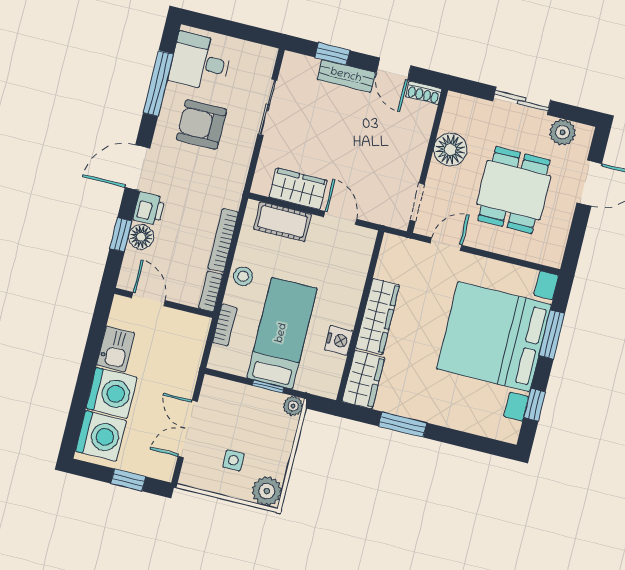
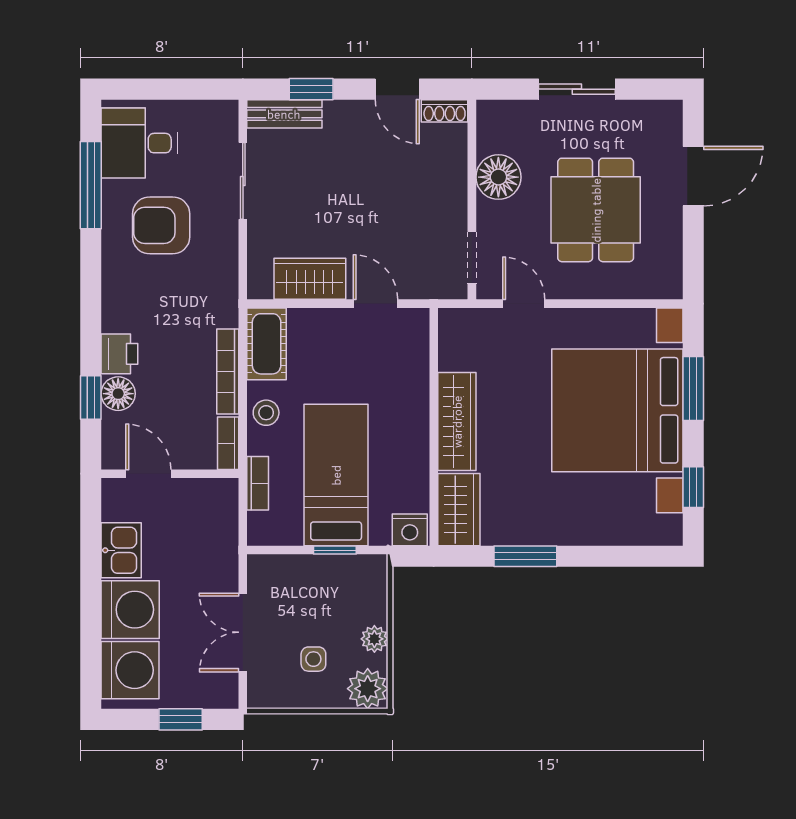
bench: (346, 76) -> (284, 114), moved
plant: (562, 132) -> (641, 118), removed
door: (138, 168) -> (91, 304), removed
cot: (282, 222) -> (267, 344), moved, turned 90
door: (446, 244) -> (524, 304), hinge flipped
nightstand: (339, 340) -> (410, 530), moved, turned 90
plant: (293, 406) -> (374, 639), moved

